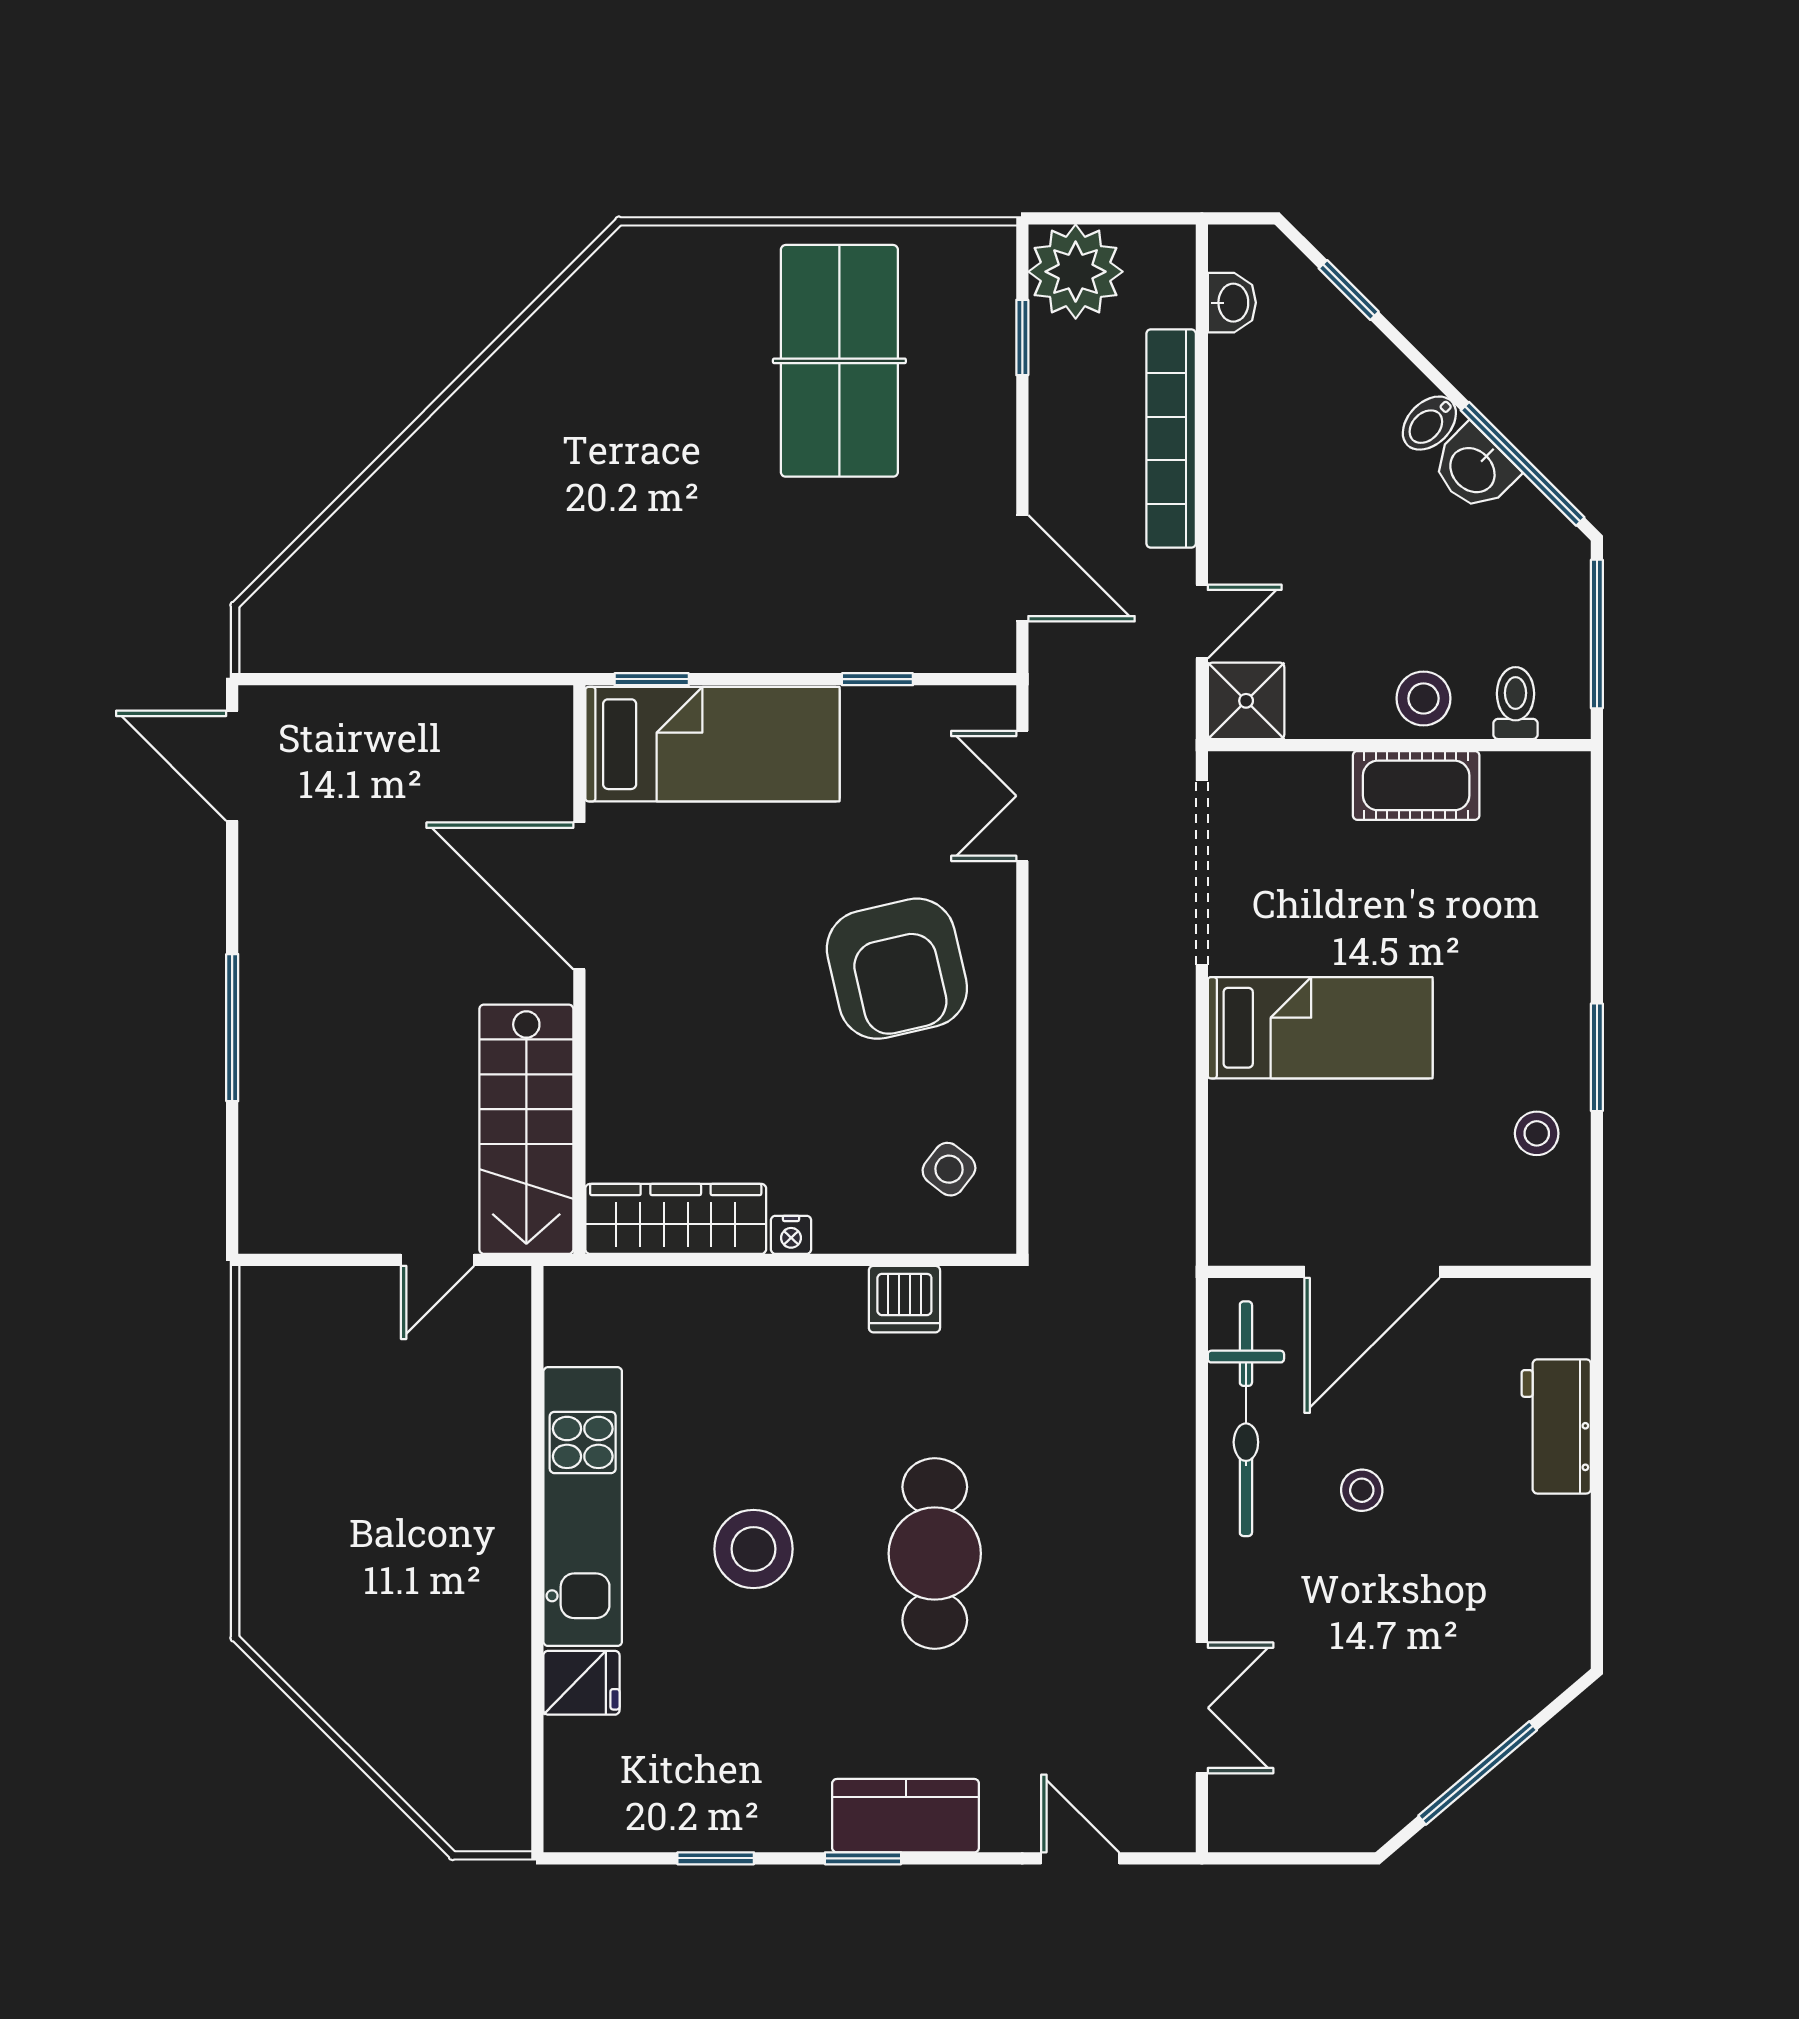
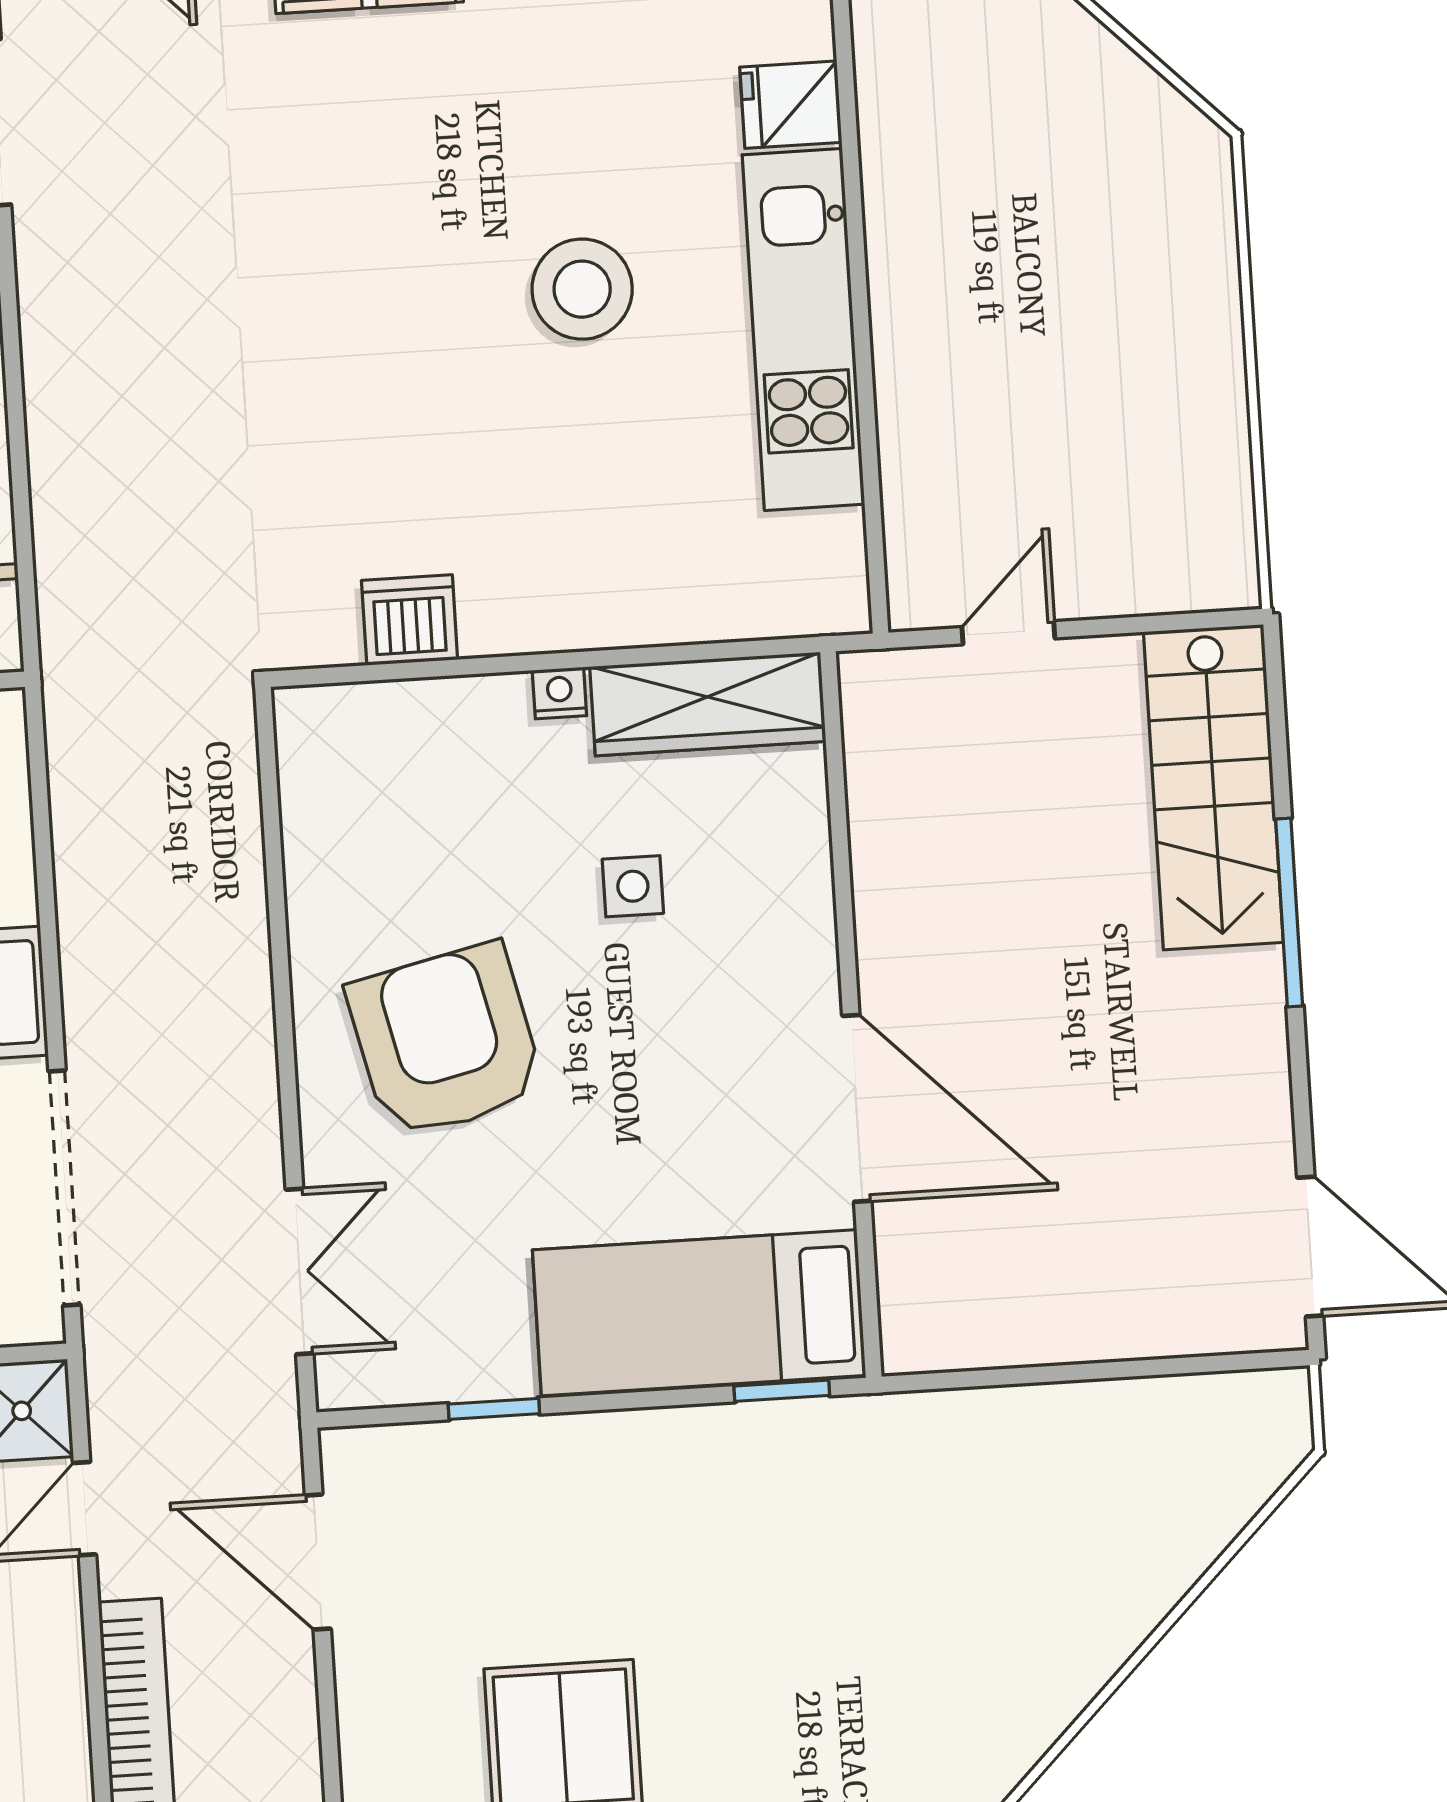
stairs: (526, 1129) -> (1213, 787), moved, turned 180
side table: (949, 1169) -> (633, 886), moved, turned -38
cafe table: (935, 1553) -> (350, 298), removed

